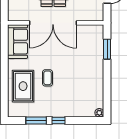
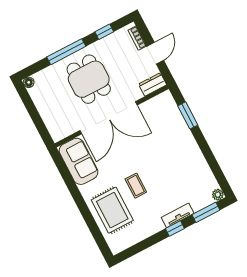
dresser: (94, 16) -> (153, 84), added
tv unit: (65, 113) -> (178, 215), added
window: (36, 120) -> (206, 212), moved

